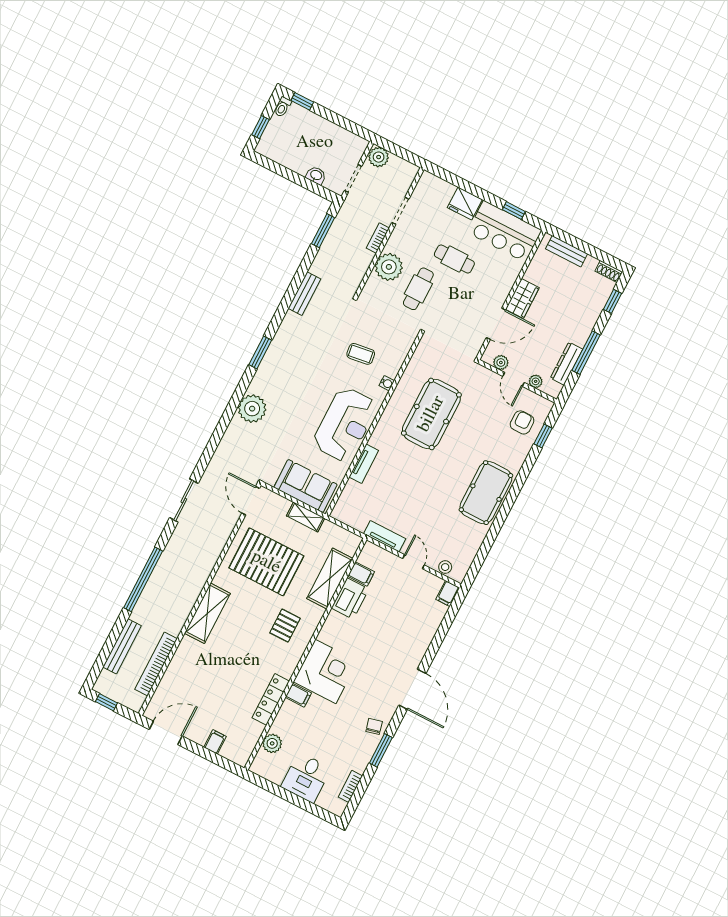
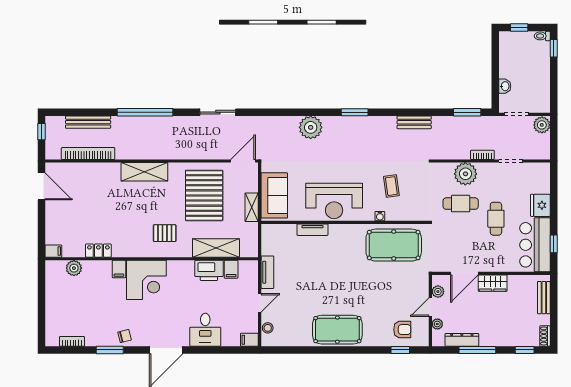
door: (496, 324) -> (464, 273), hinge flipped
pool table: (431, 414) -> (394, 245), moved
locker: (271, 699) -> (98, 251), width x0.66
filing cabinet: (215, 742) -> (53, 251), moved
desk: (306, 778) -> (205, 330), moved, turned -90

